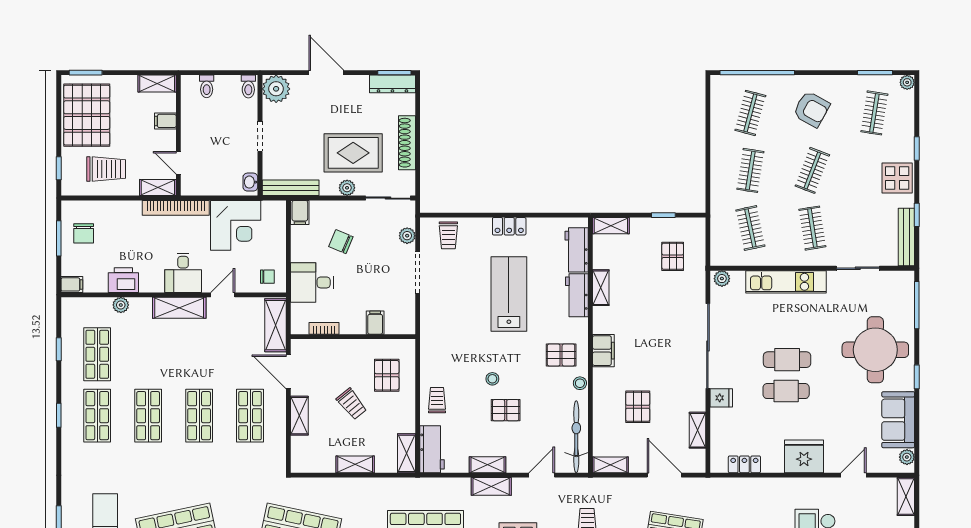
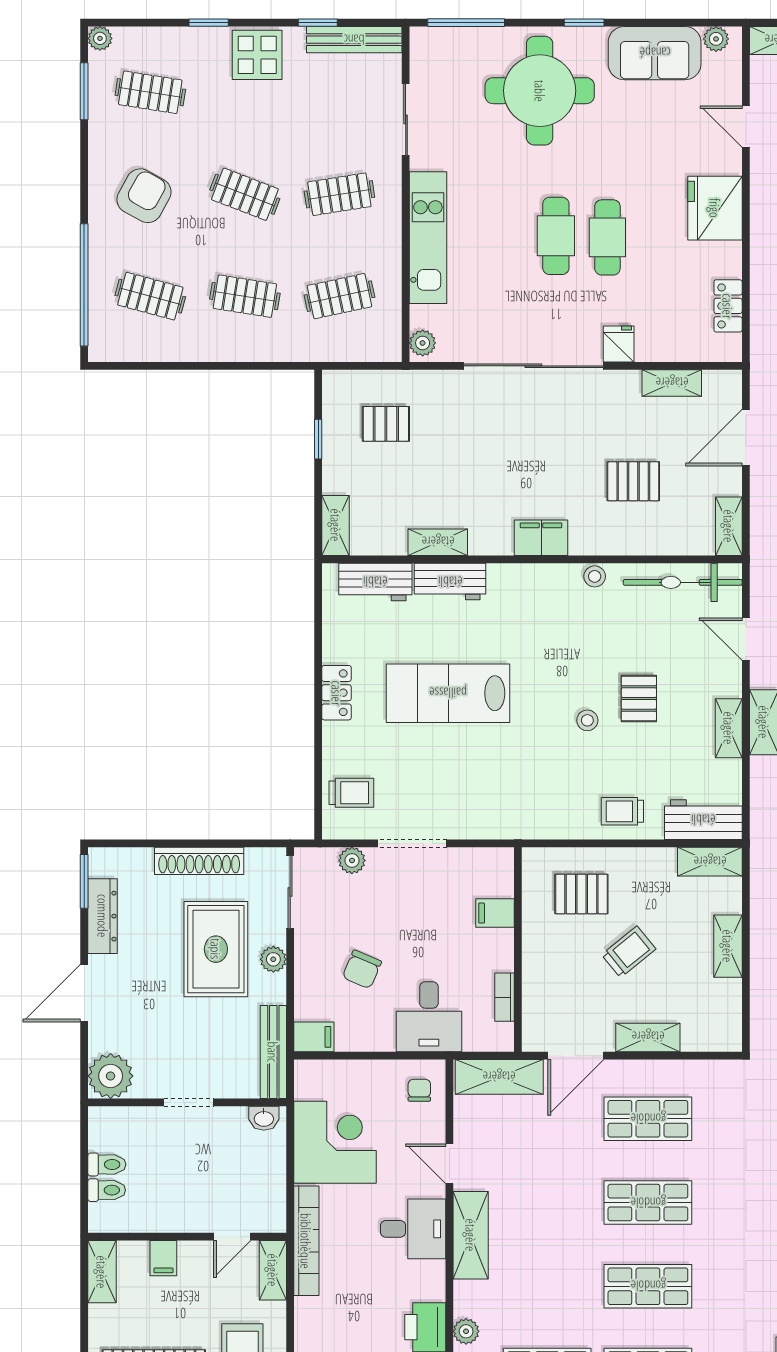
dresser: (392, 84) -> (103, 916), moved
toilet: (248, 87) -> (107, 1164), moved
pallet: (561, 355) -> (548, 607), removed

